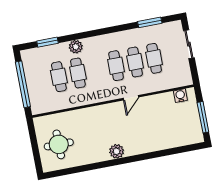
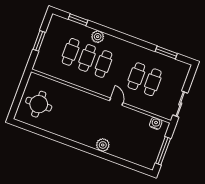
sliding door: (189, 44) -> (180, 104), moved
cafe table: (116, 66) -> (103, 64), moved
window: (23, 84) -> (39, 41), width x0.47
door: (131, 98) -> (116, 102), swing flipped
plant: (117, 151) -> (103, 145), moved

